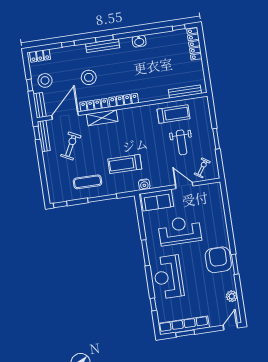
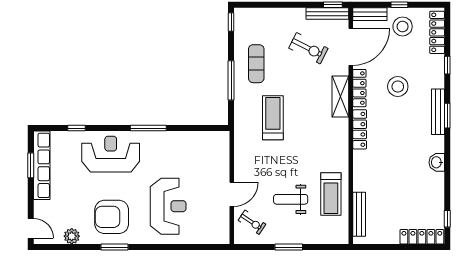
locker: (40, 56) -> (437, 32), width x1.53
door: (65, 116) -> (351, 47), hinge flipped
water cooler: (144, 184) -> (241, 140), removed
sofa: (157, 200) -> (217, 154), removed
reception desk: (180, 231) -> (168, 206), moved
armchair: (218, 260) -> (112, 217), moved, turned 180

